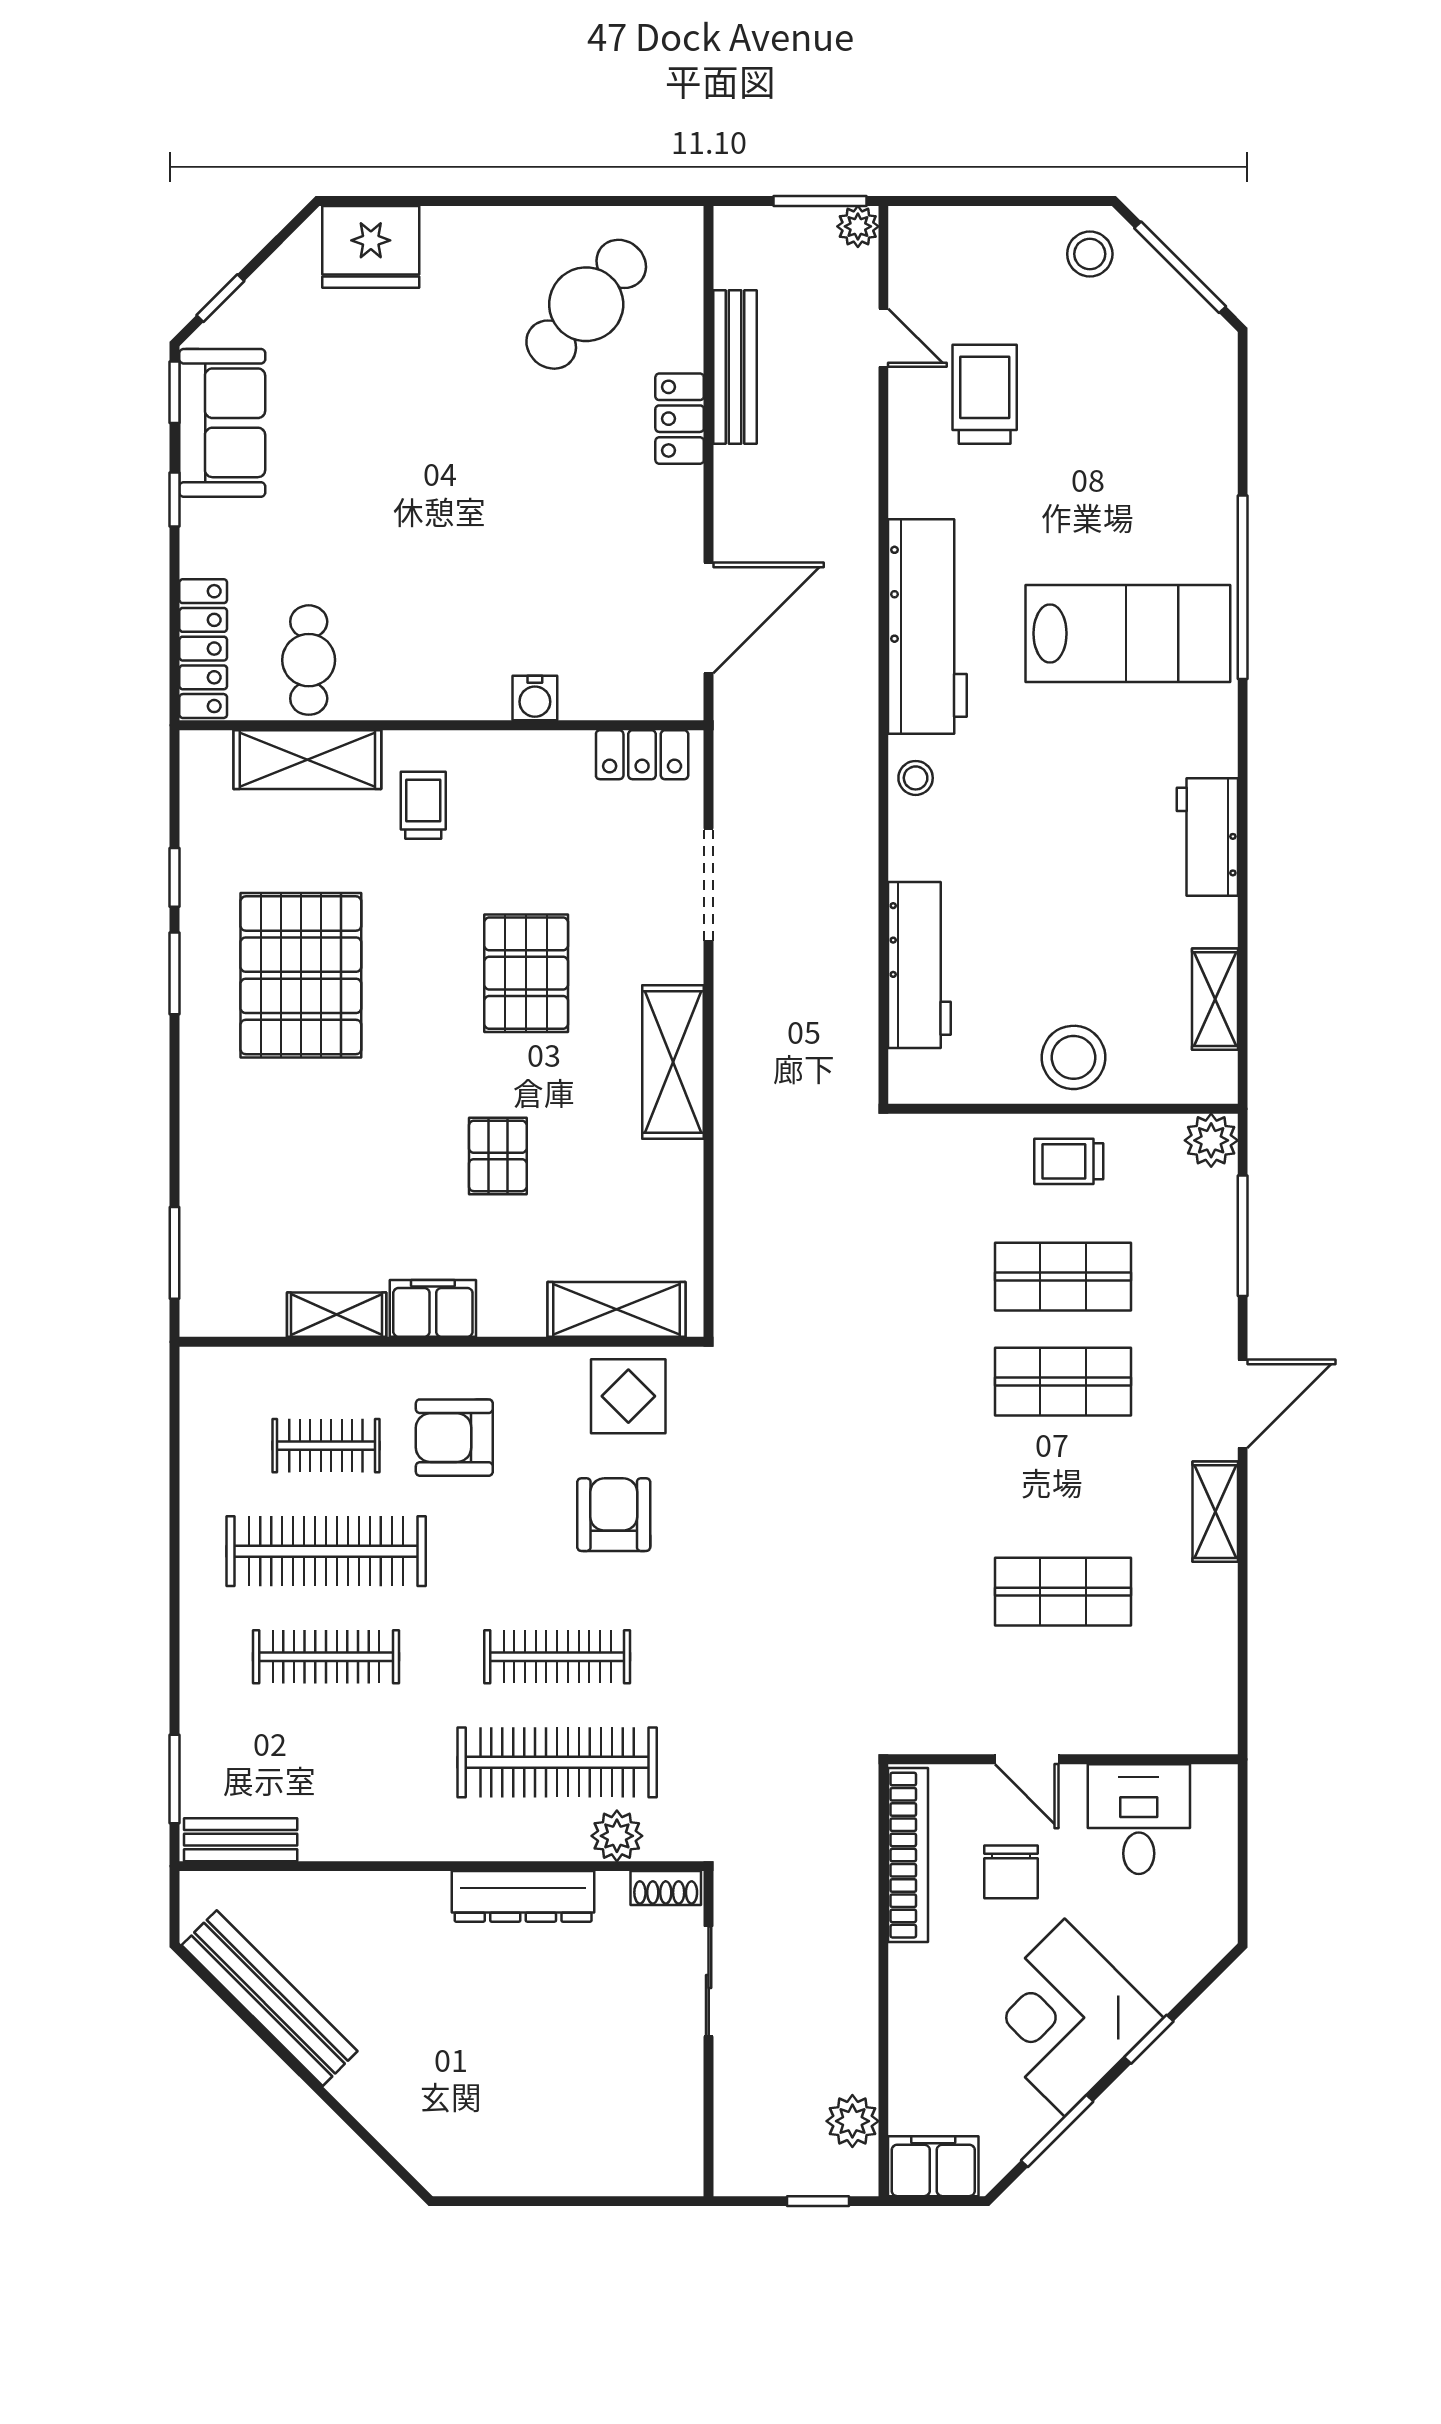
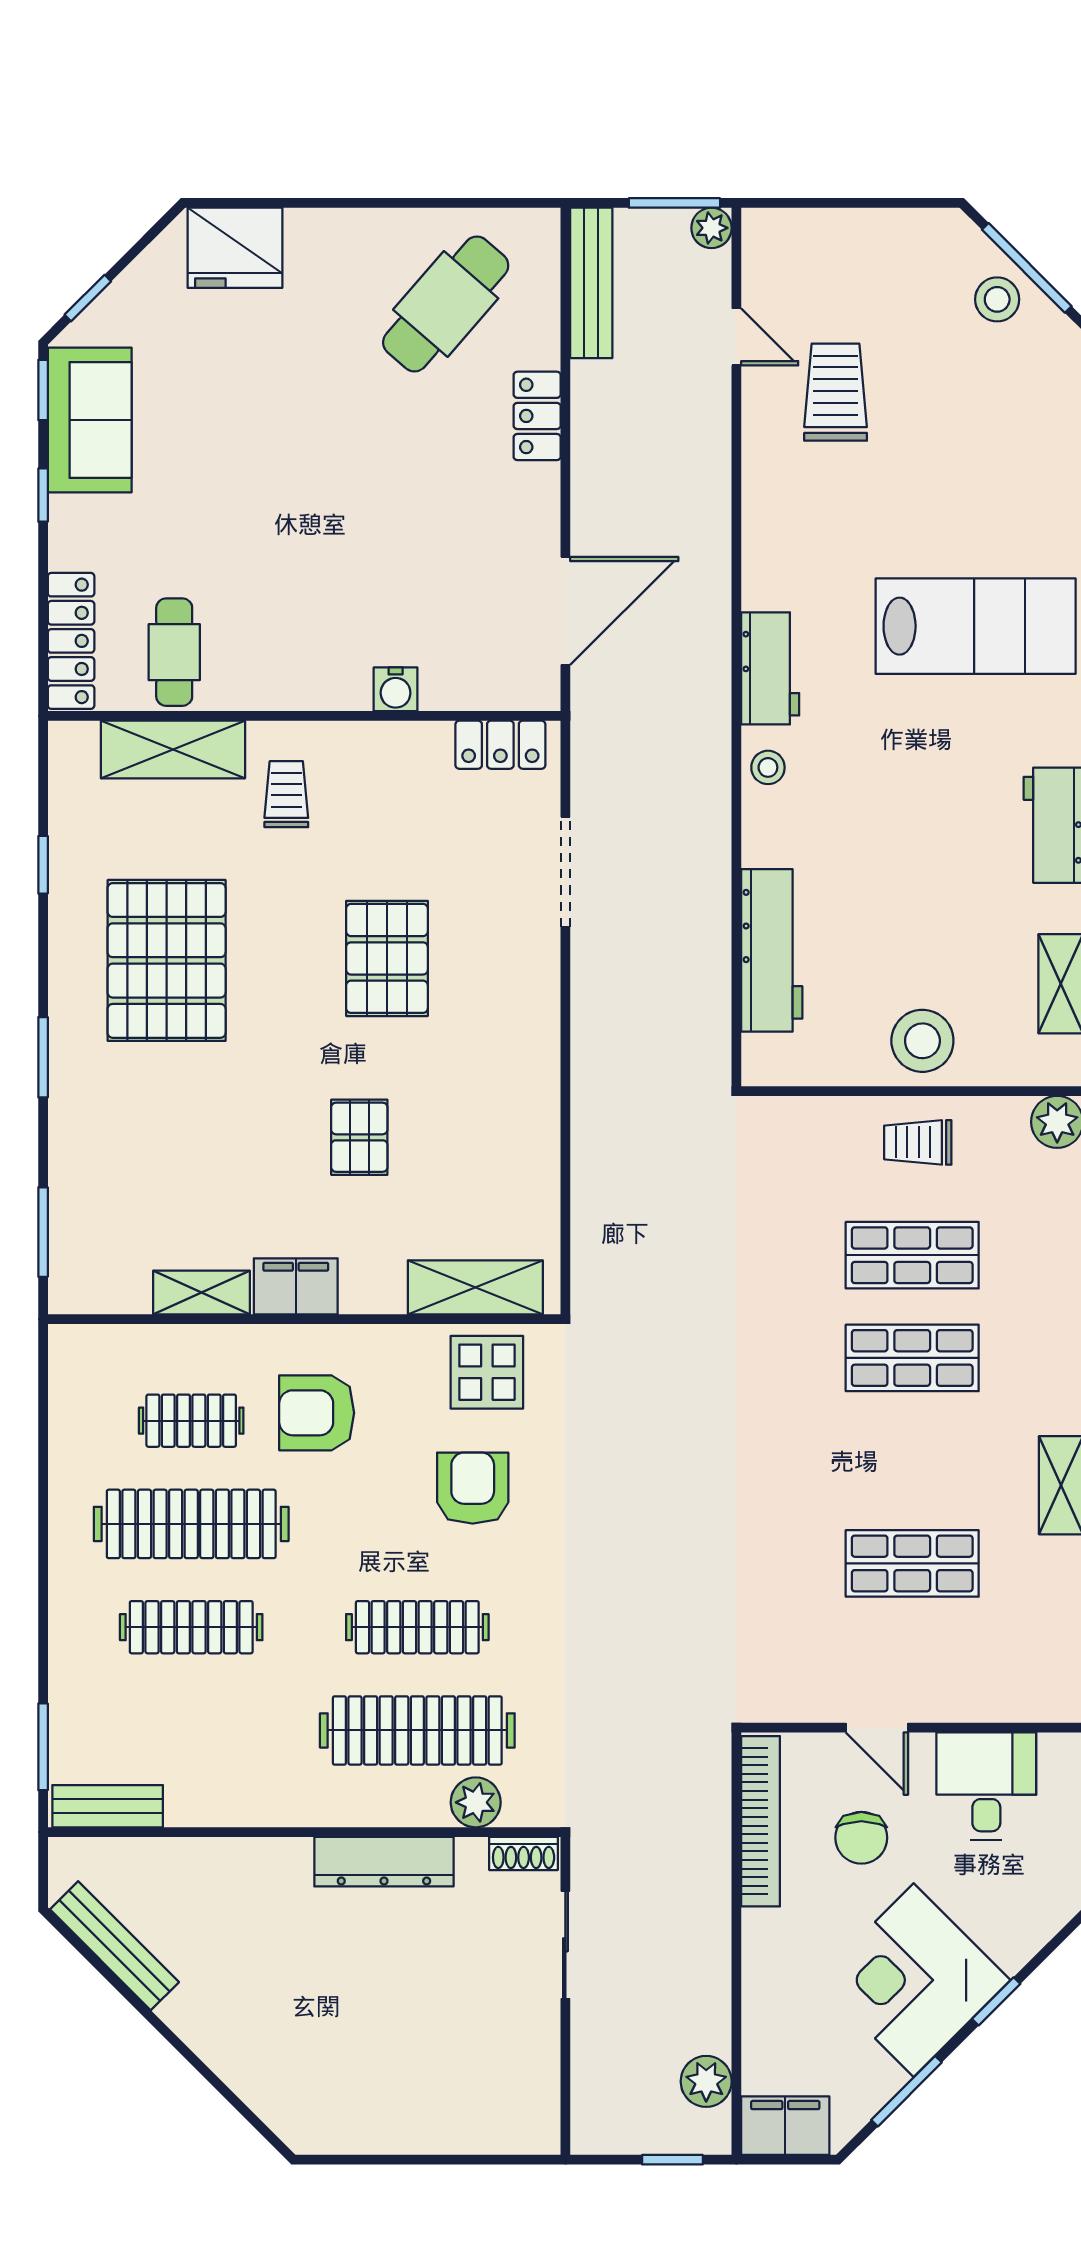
stool: (1090, 254) -> (997, 299), moved
bench: (735, 367) -> (591, 283), moved
workbench: (927, 627) -> (770, 668), width x0.53, depth x0.76
window: (175, 973) -> (43, 1057), moved
shelving: (673, 1062) -> (531, 1045), removed
bench: (270, 1998) -> (114, 1946), width x0.73, depth x0.82

